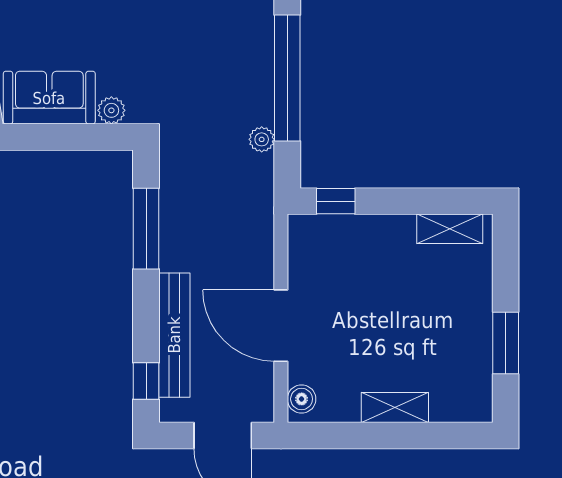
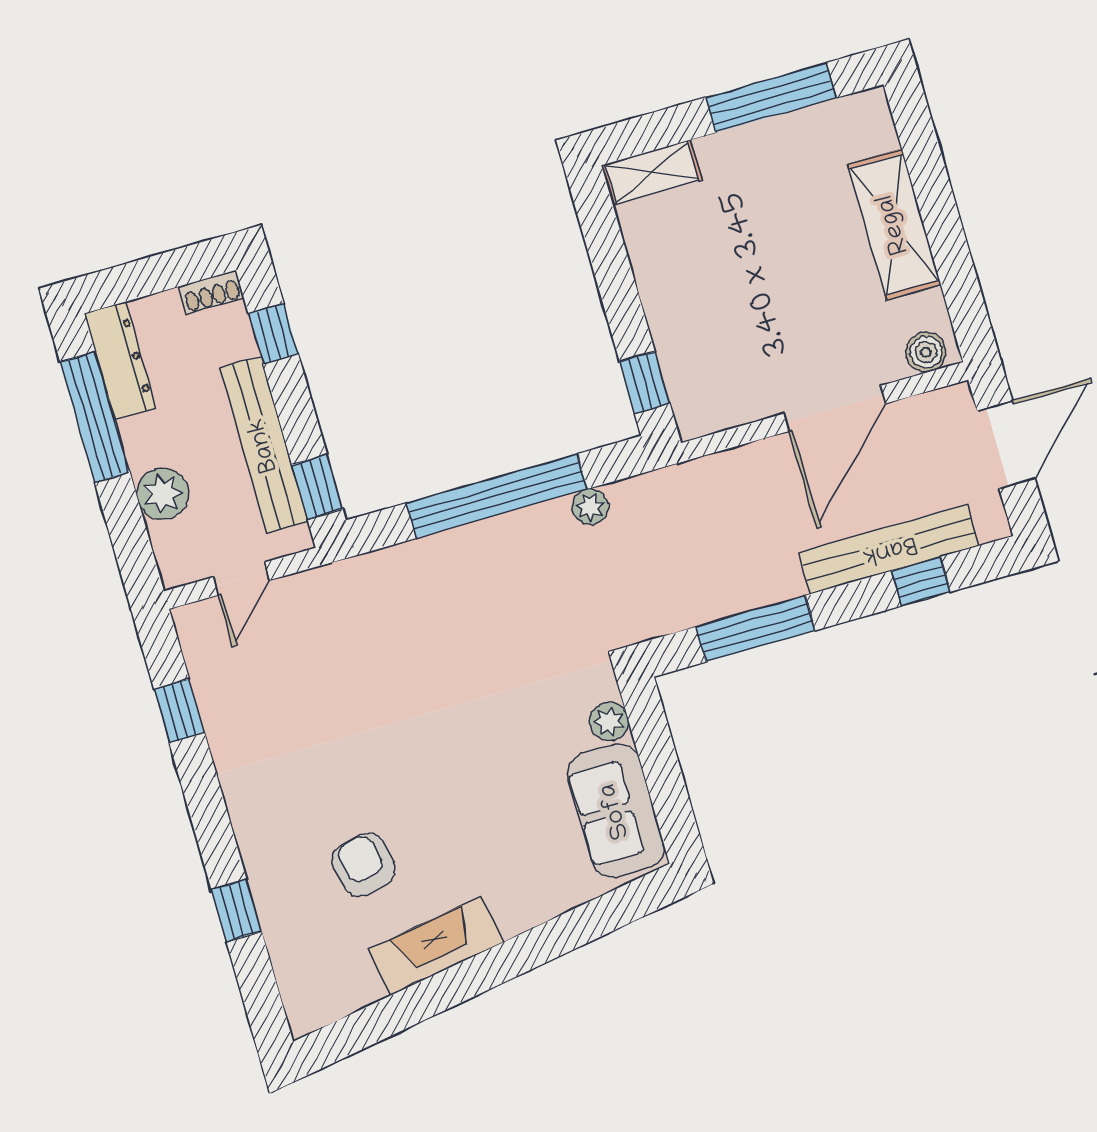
shelving: (450, 229) -> (652, 172), moved, turned 90
window: (506, 343) -> (771, 98), width x1.44
window: (146, 381) -> (921, 581), moved
shelving: (395, 408) -> (894, 224), width x1.50, depth x1.33

